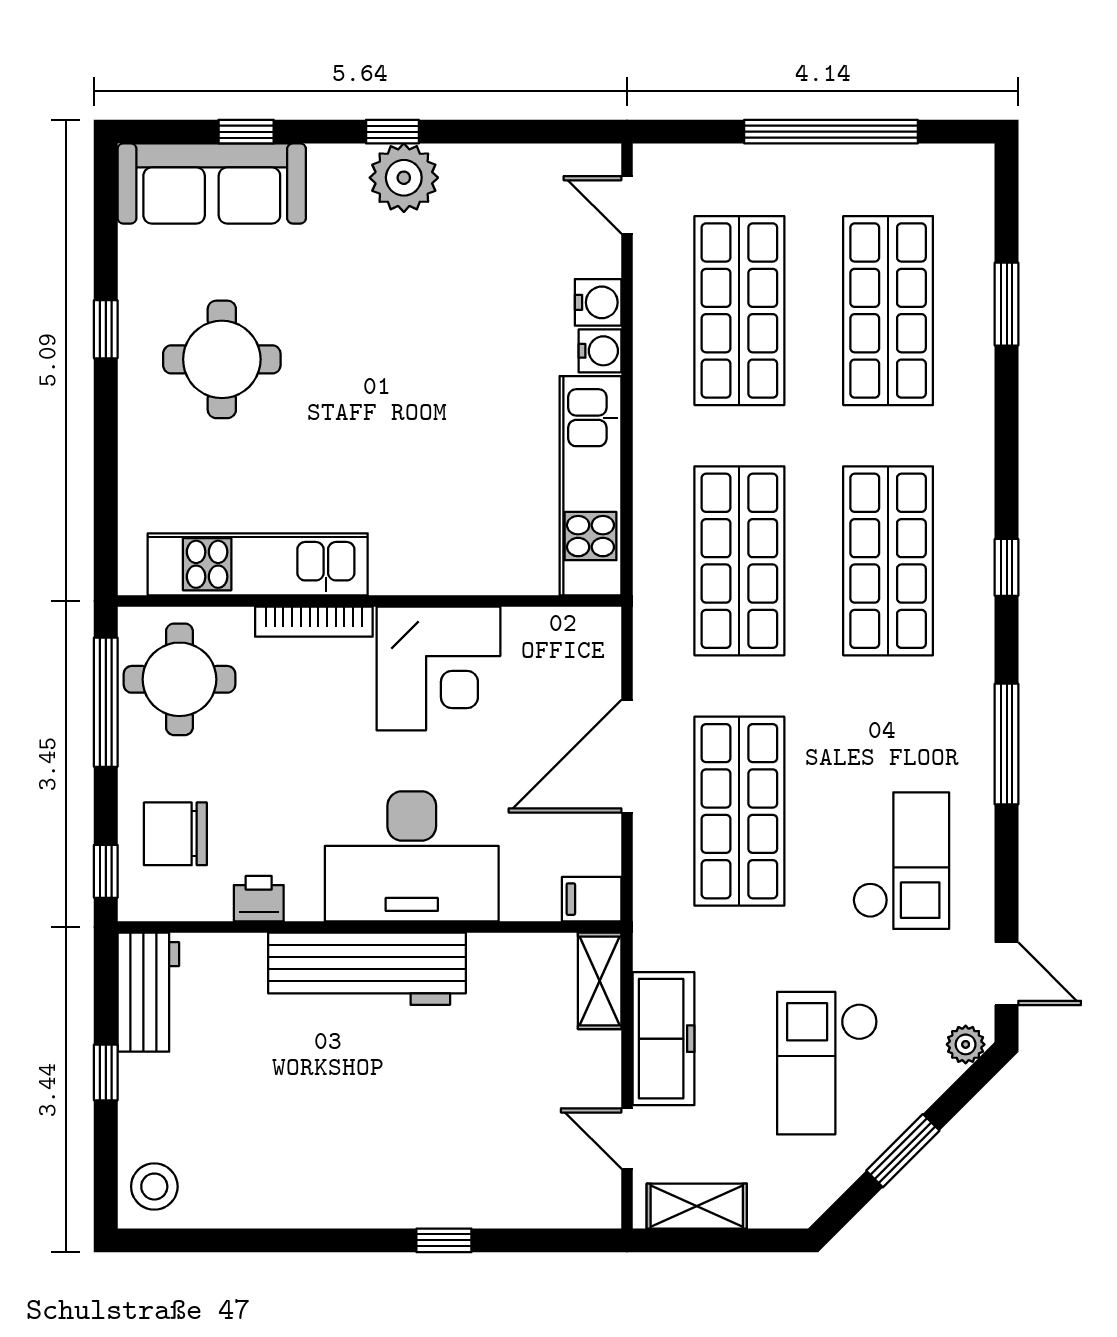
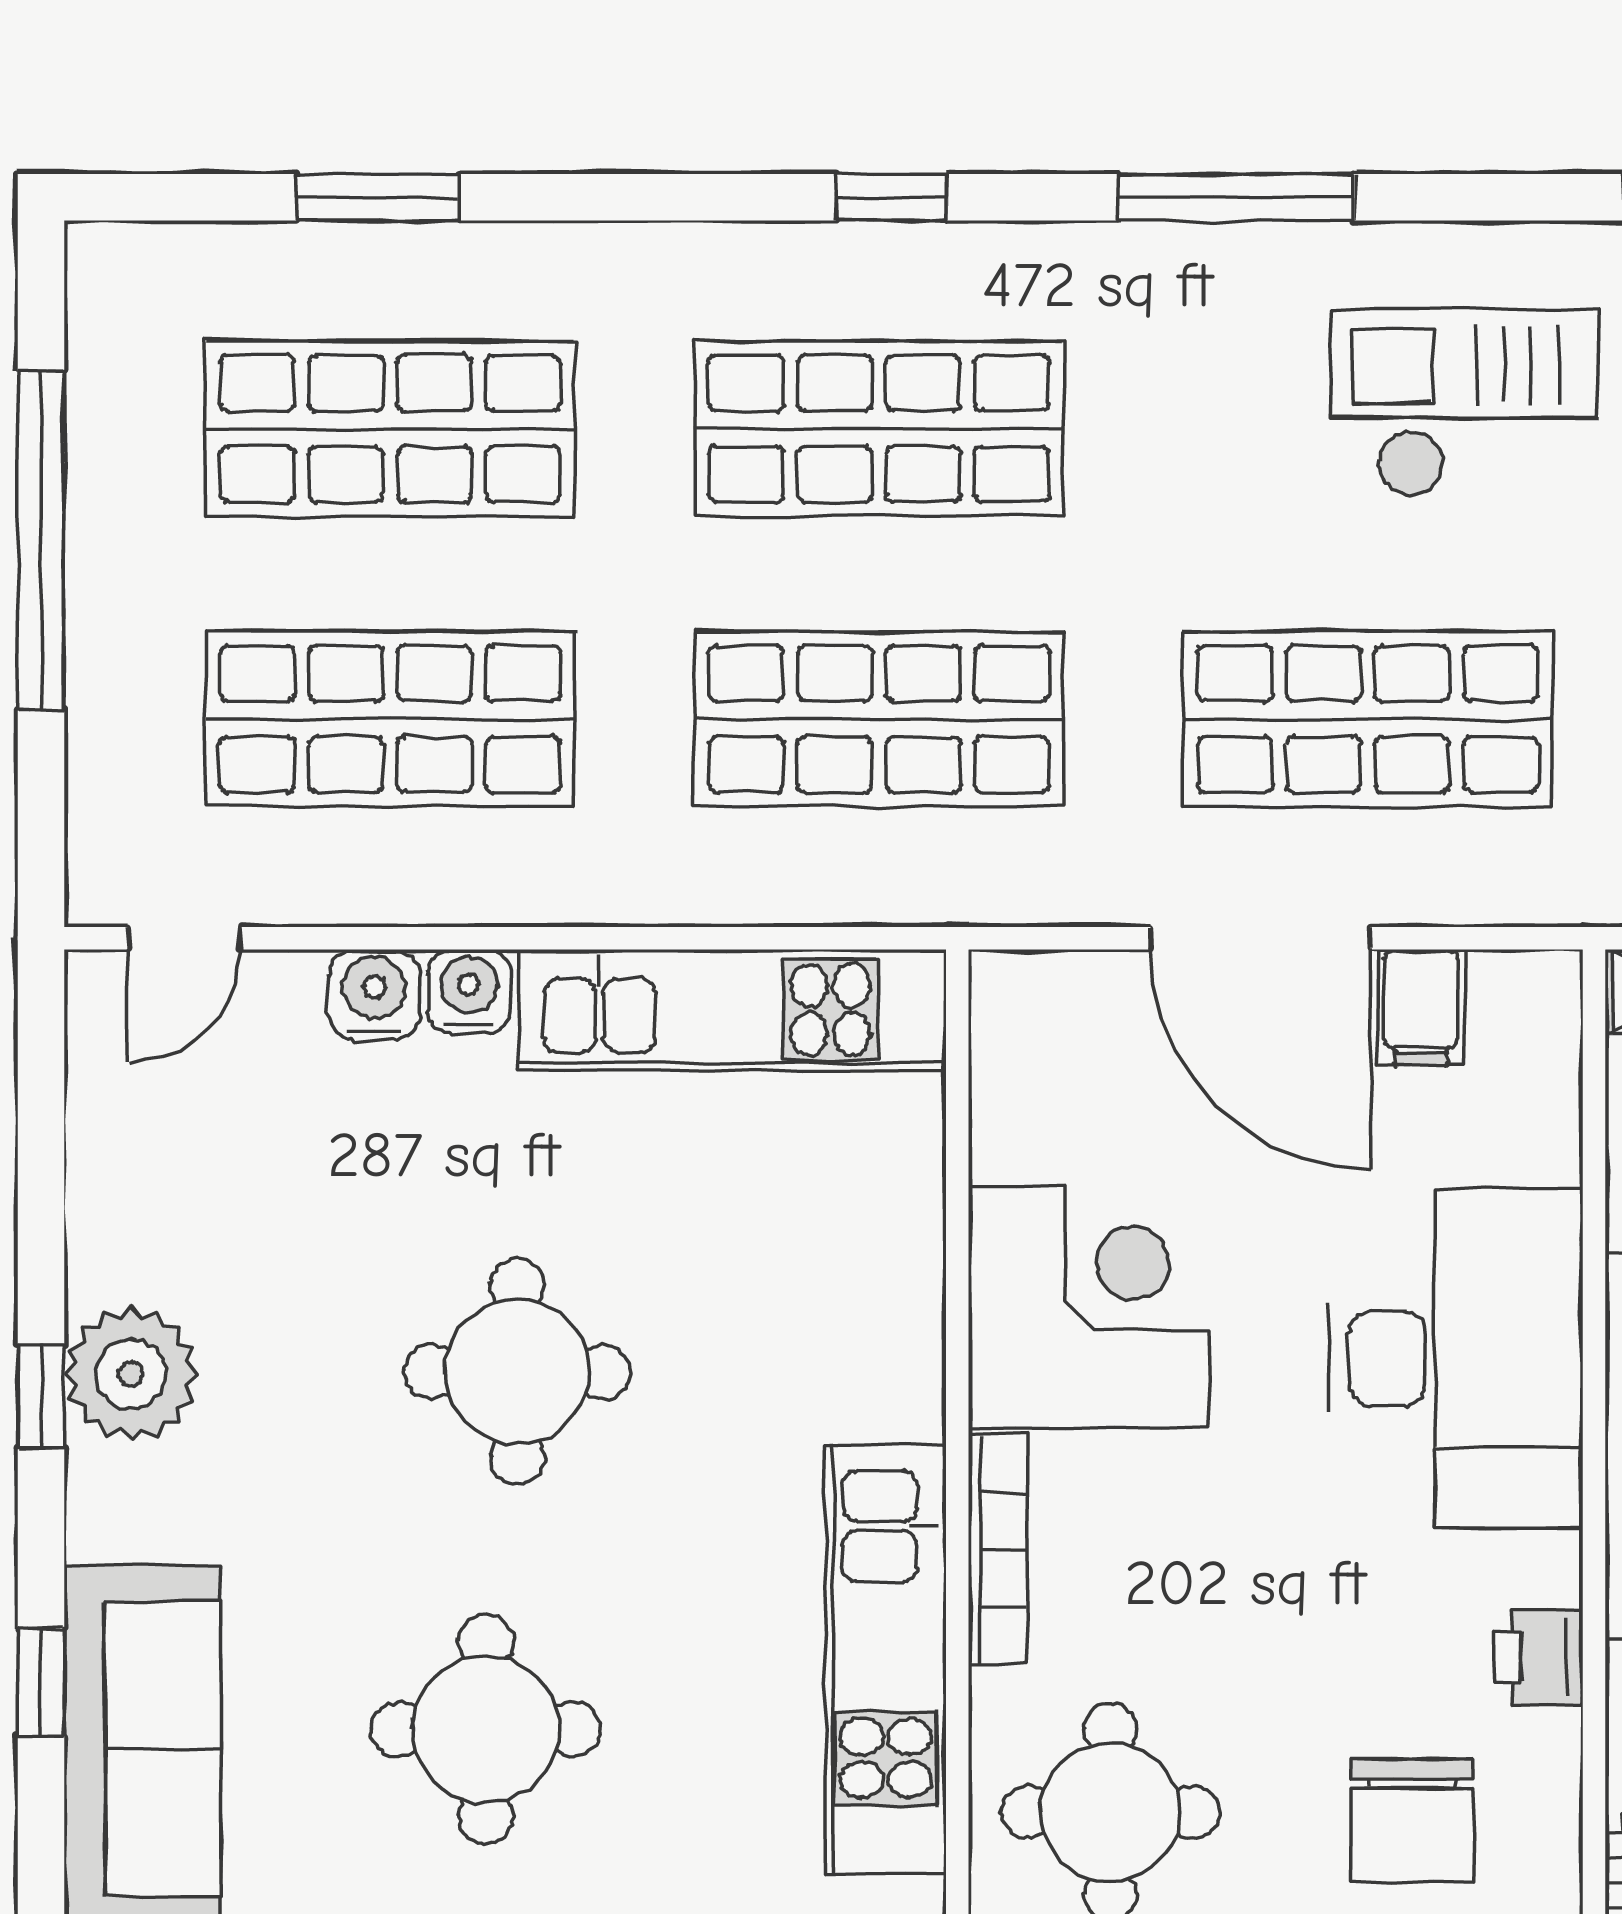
round table: (405, 376) -> (517, 1372), added
filing cabinet: (592, 899) -> (1421, 1007), moved

